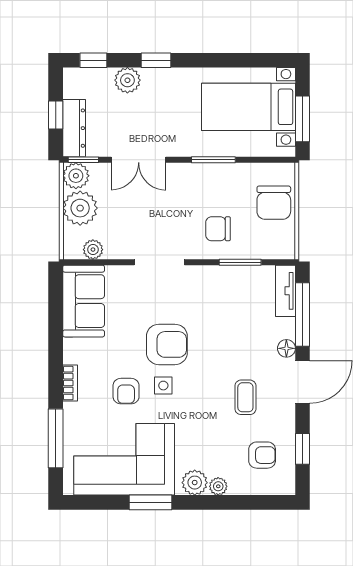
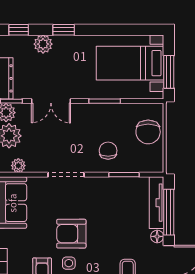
chair: (218, 229) -> (108, 151), turned 90
tv unit: (286, 291) -> (156, 203), width x1.41
armchair: (167, 344) -> (71, 234), turned 180

